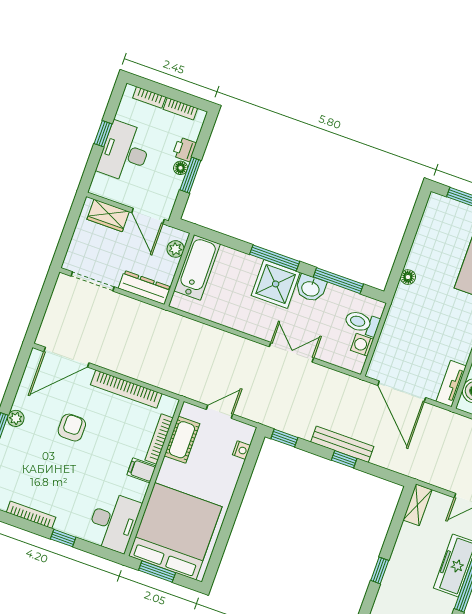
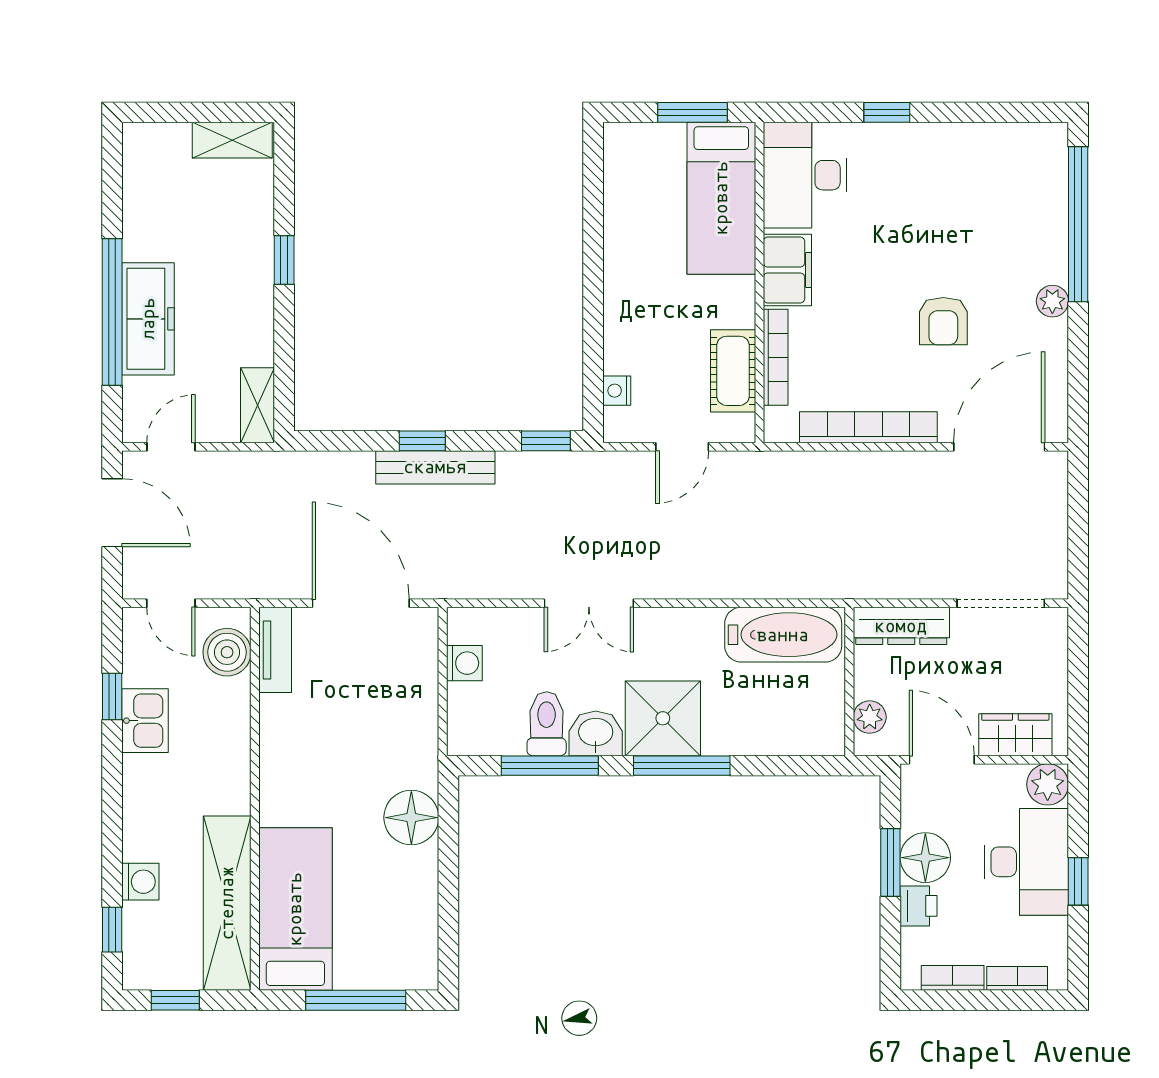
floor lamp: (181, 168) -> (925, 858), width x1.89, depth x1.89
plant: (101, 186) -> (1048, 784), added
bathtub: (197, 267) -> (783, 635), moved, turned -90
floor lamp: (408, 277) -> (411, 818), width x1.89, depth x1.89
toilet: (362, 323) -> (547, 724), moved, turned -90
filing cabinet: (141, 470) -> (787, 270), width x2.00
bookcase: (31, 515) -> (961, 134), removed
bed: (175, 531) -> (721, 198), width x0.49

